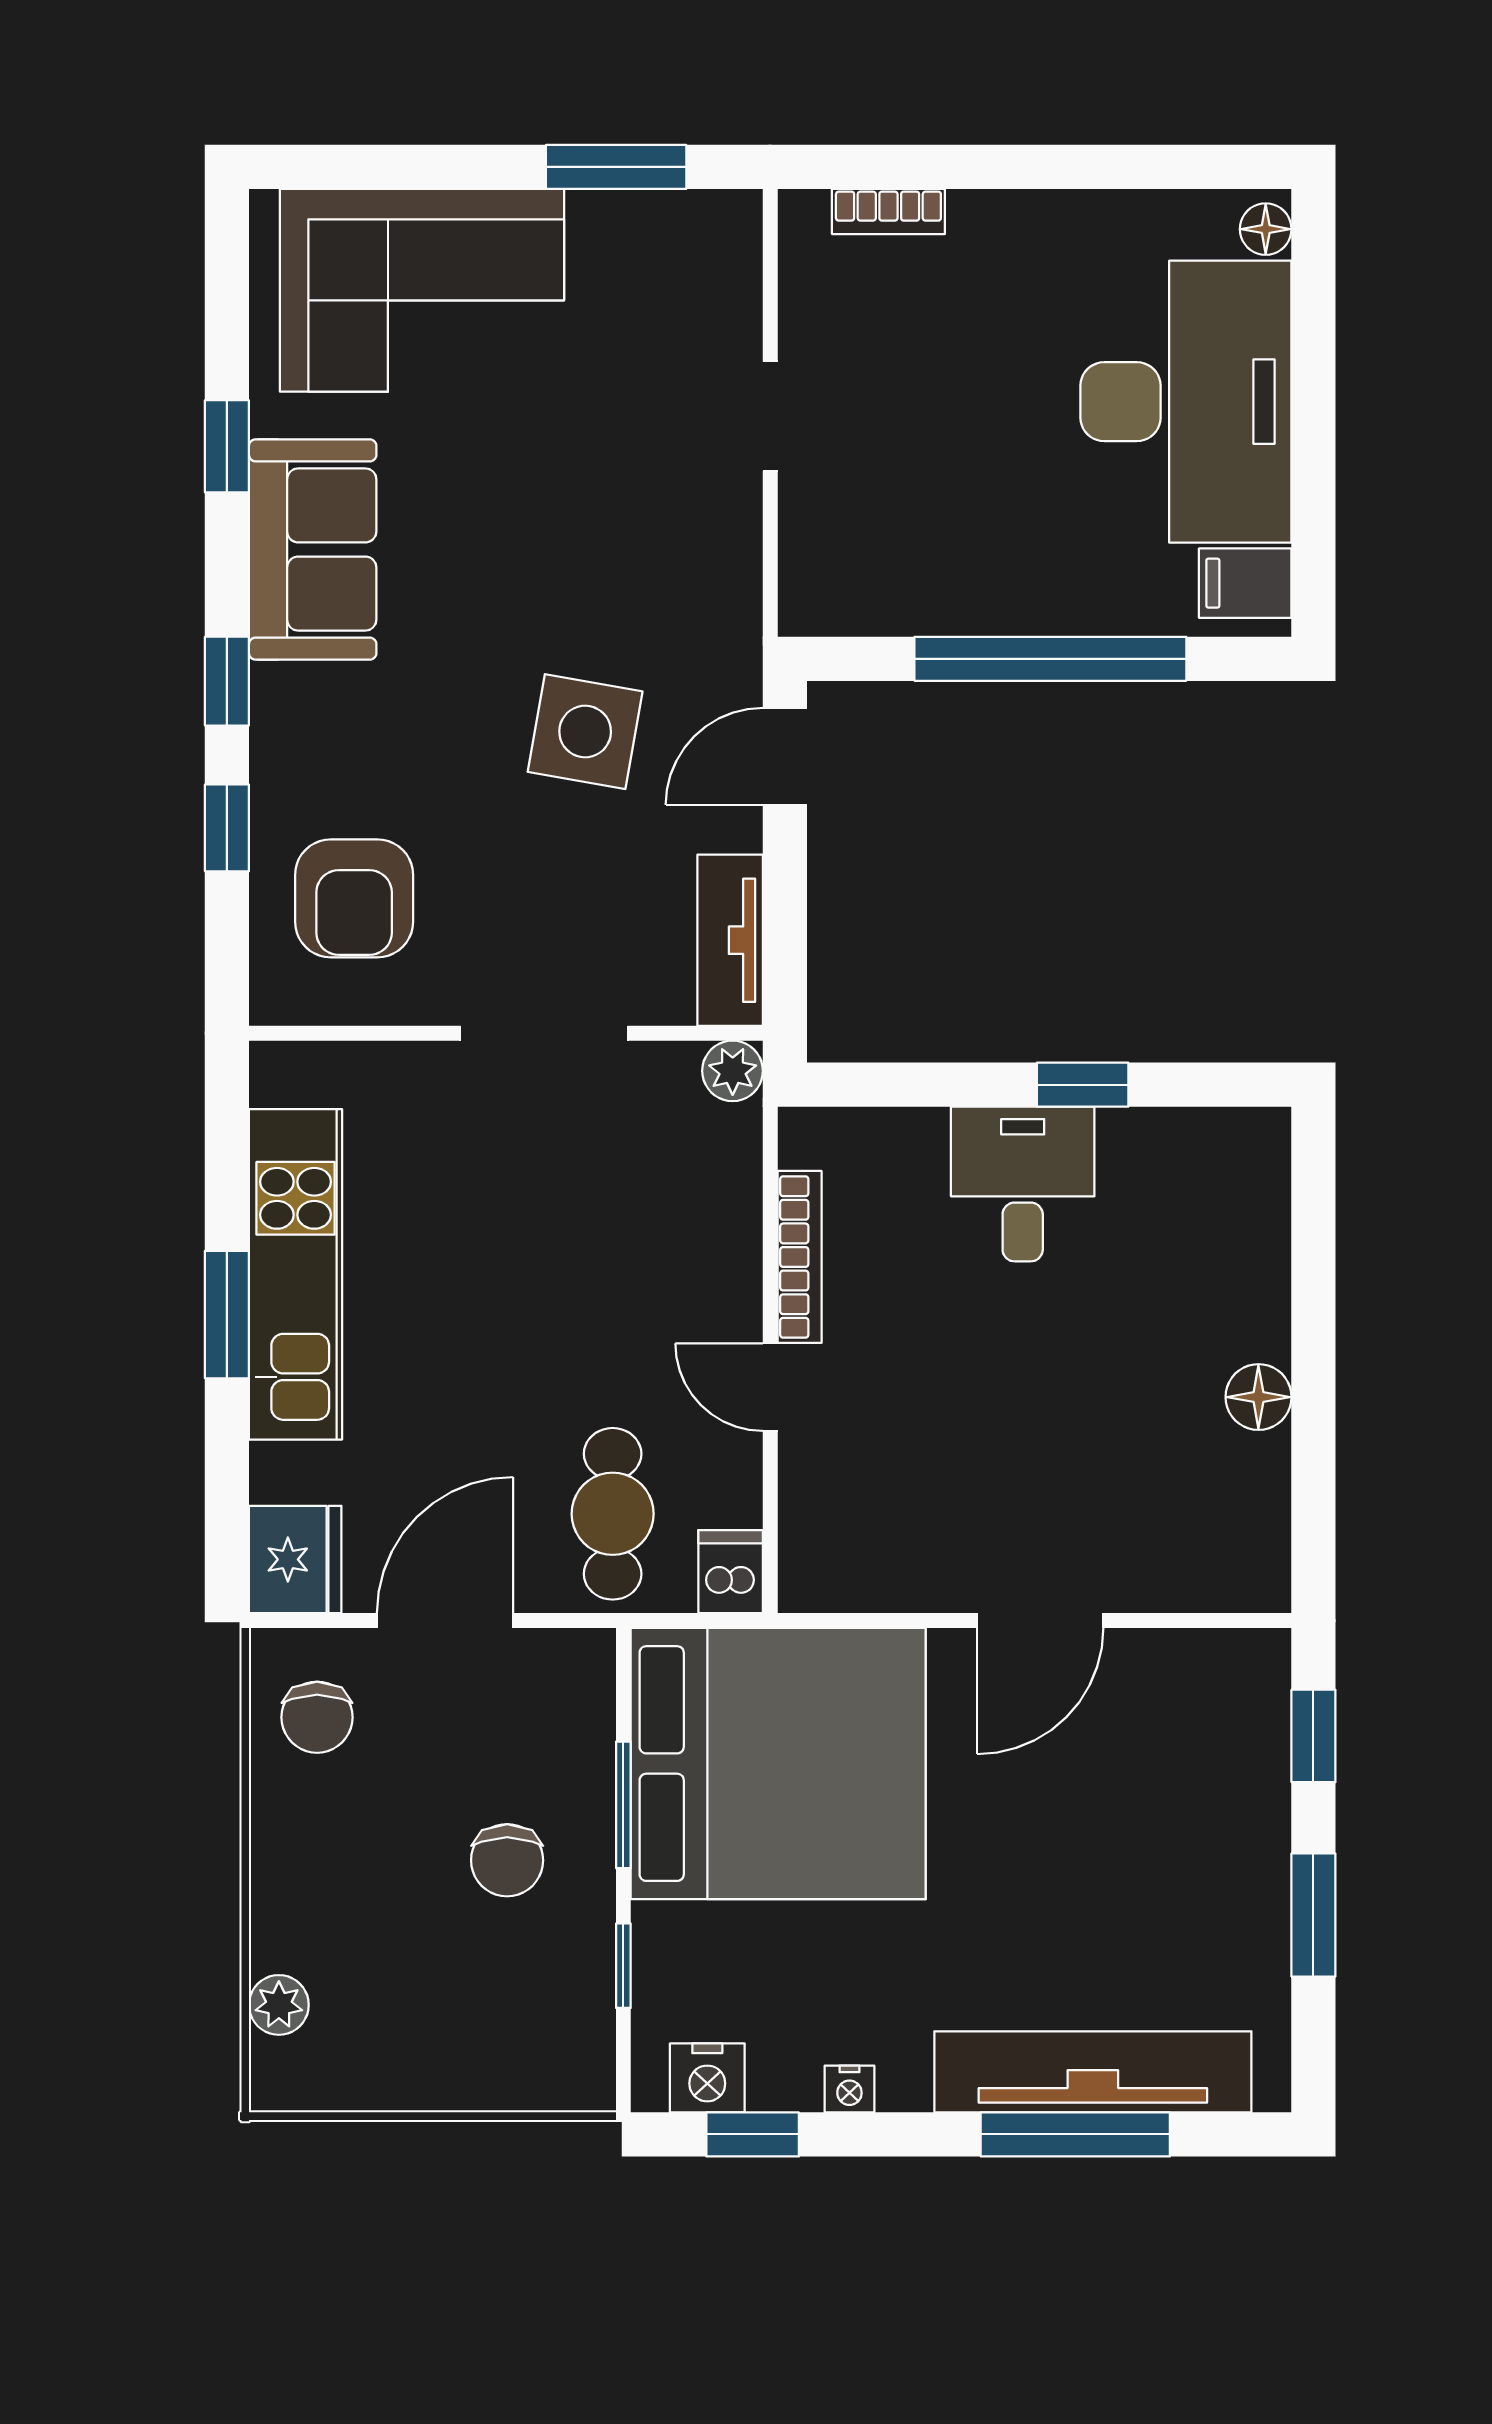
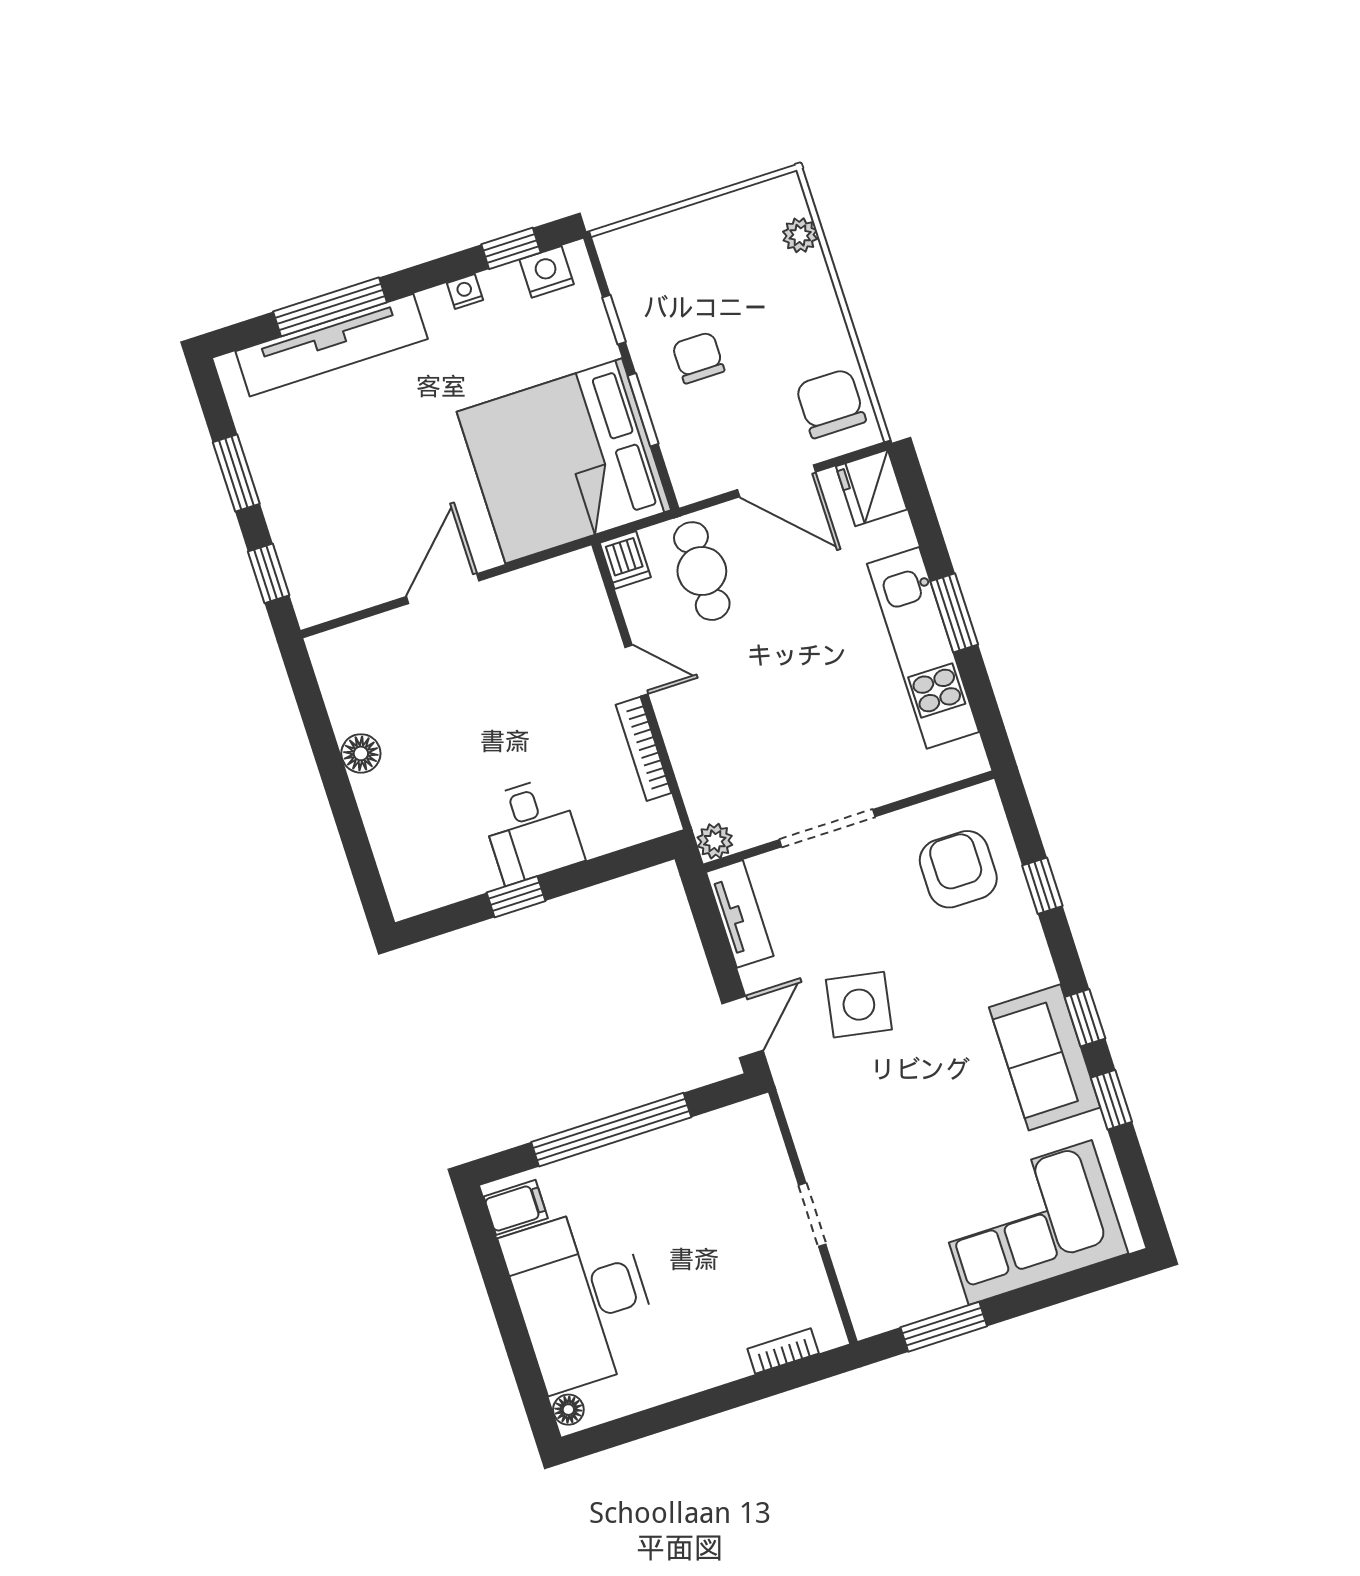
window: (227, 681) -> (1085, 1018), moved
door: (445, 1621) -> (776, 481), hinge flipped
chair: (317, 1717) -> (831, 403), width x1.37, depth x1.37

